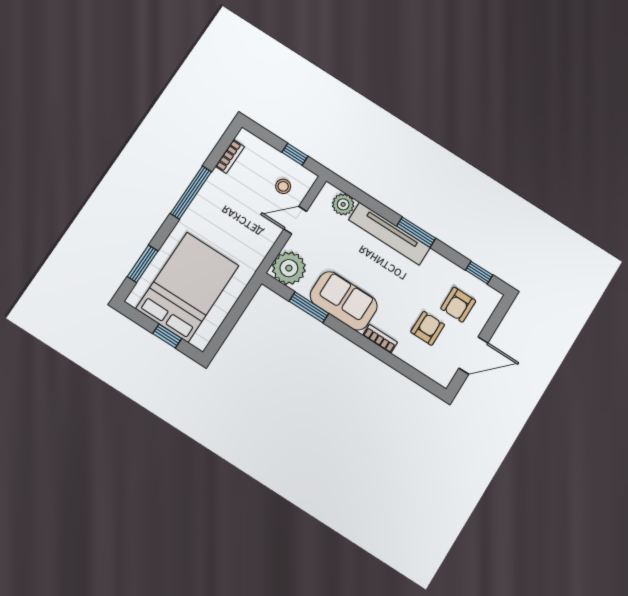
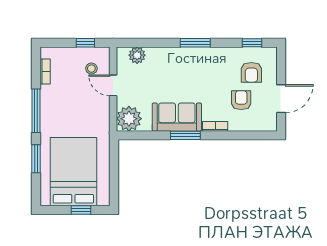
door: (295, 220) -> (113, 85), hinge flipped
tv unit: (389, 234) -> (179, 55), removed
window: (143, 264) -> (36, 159), moved
window: (309, 307) -> (185, 135), moved

